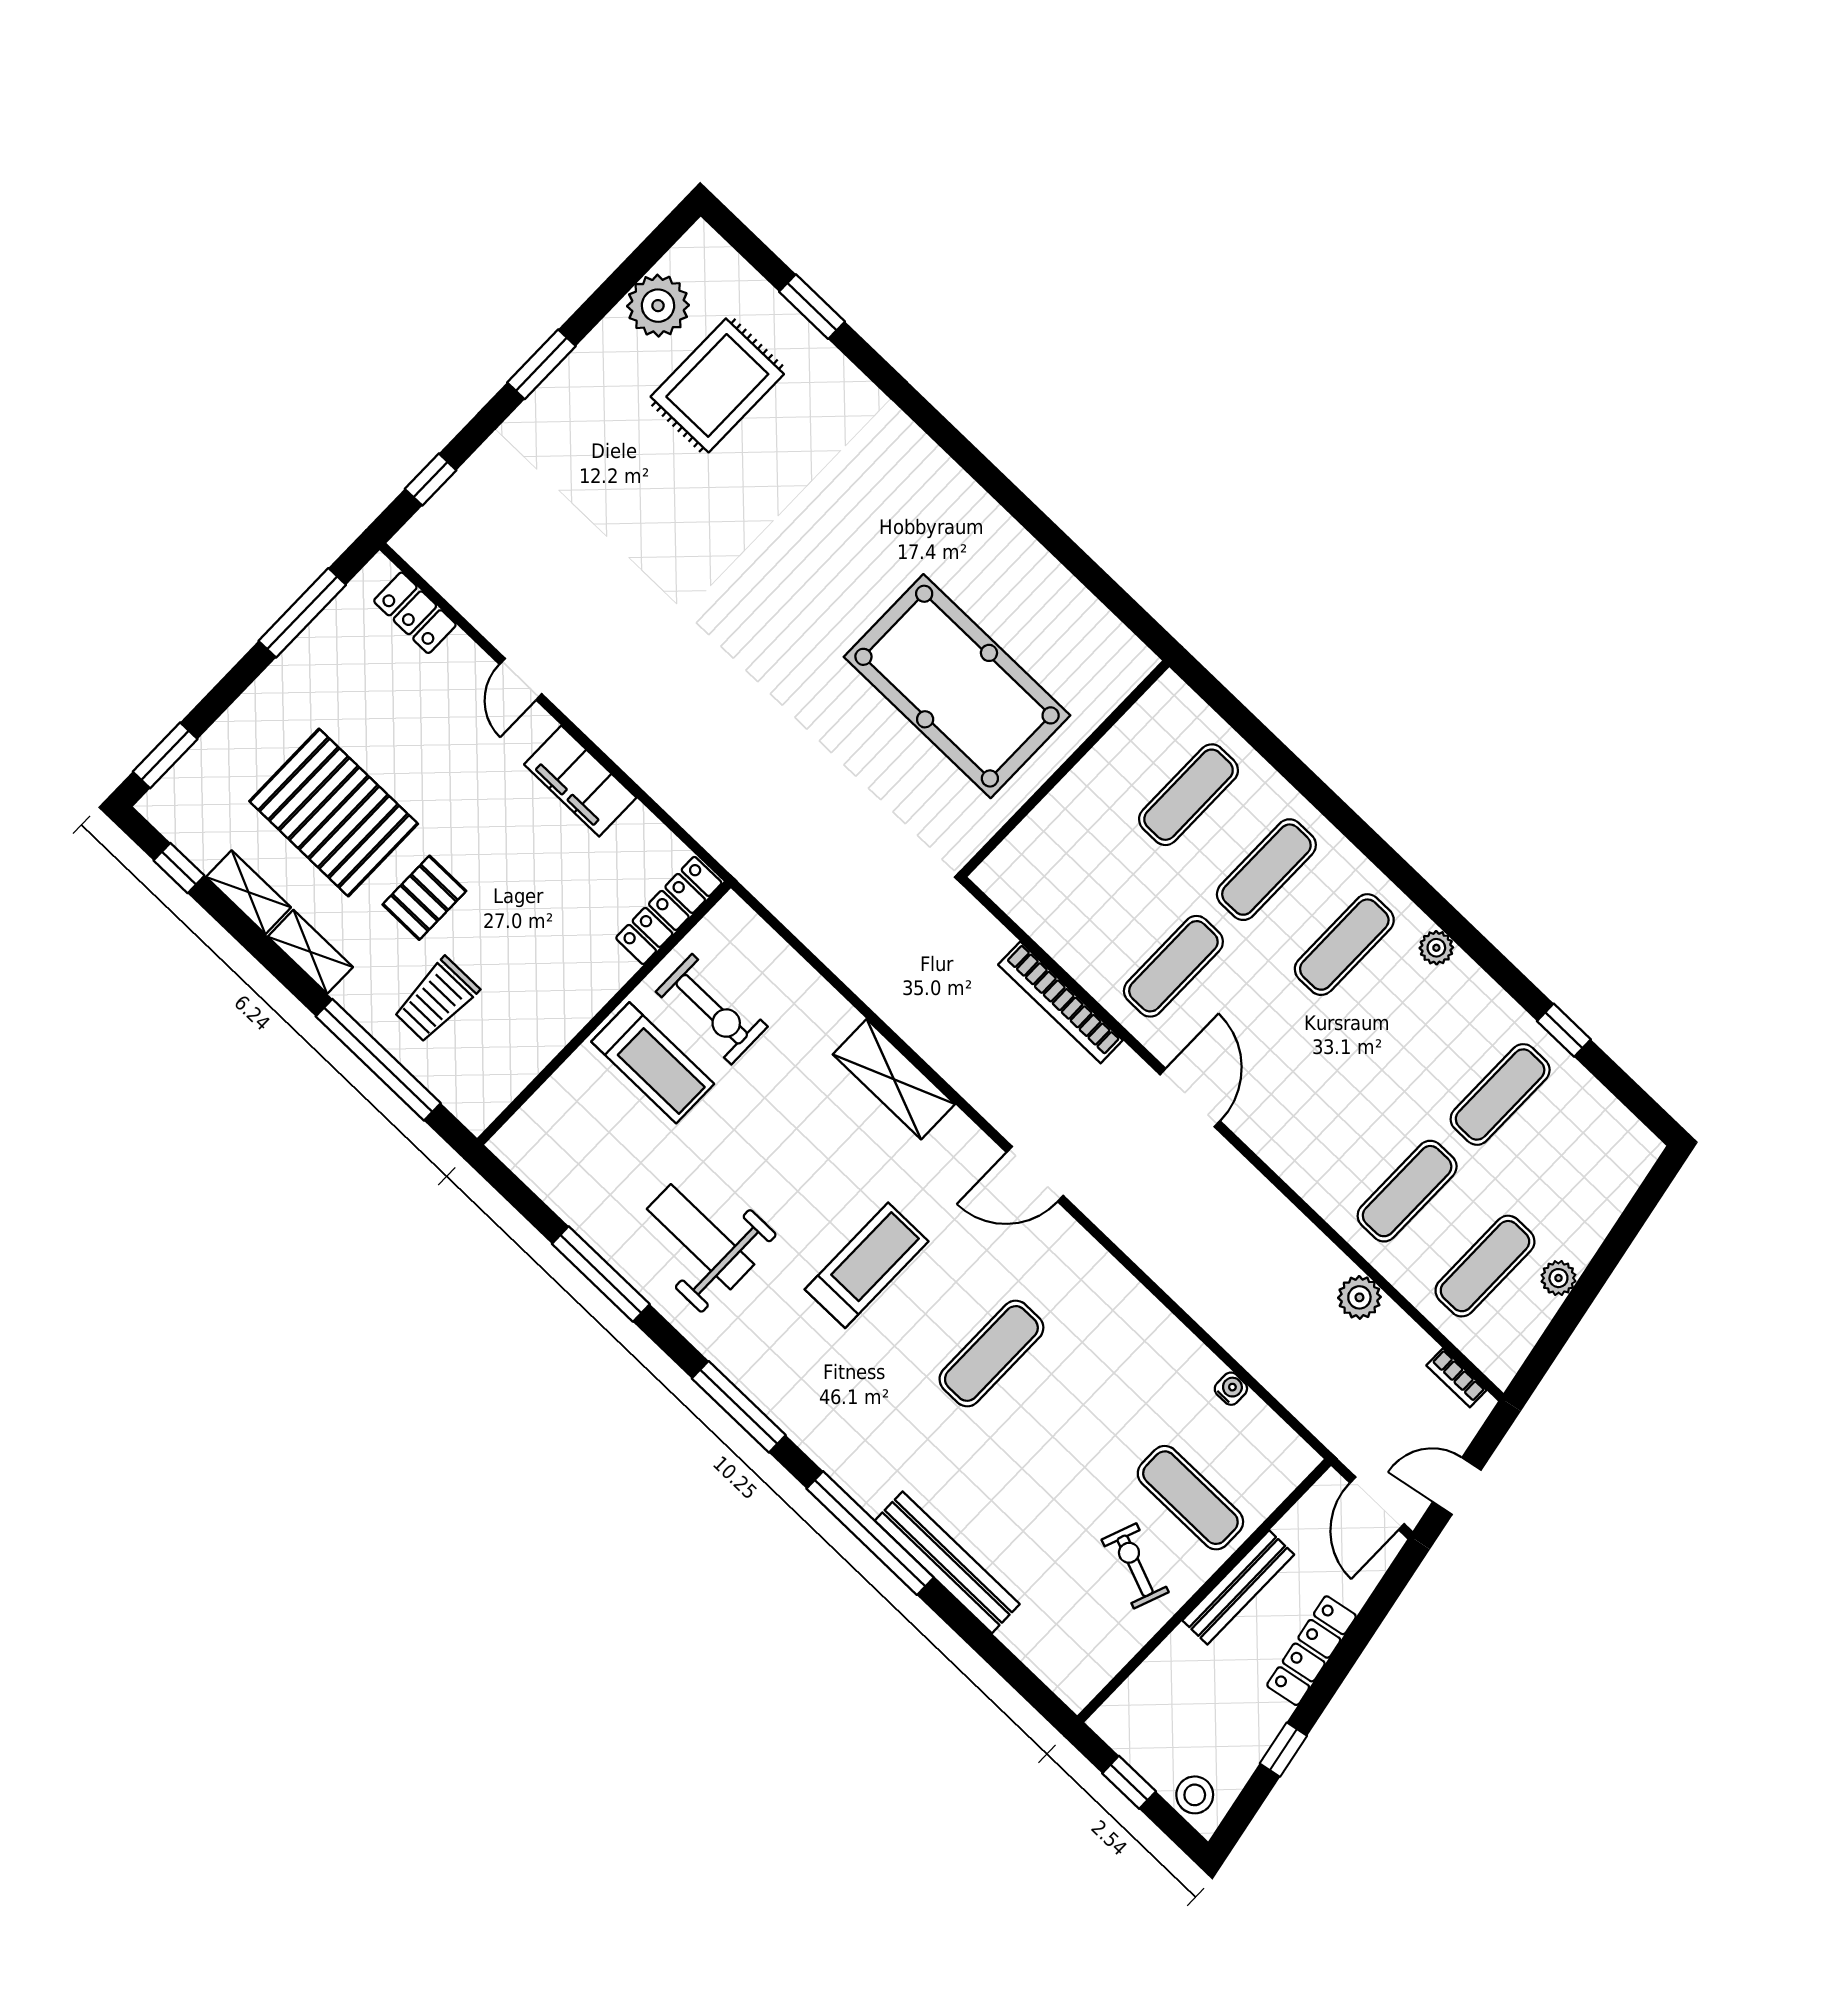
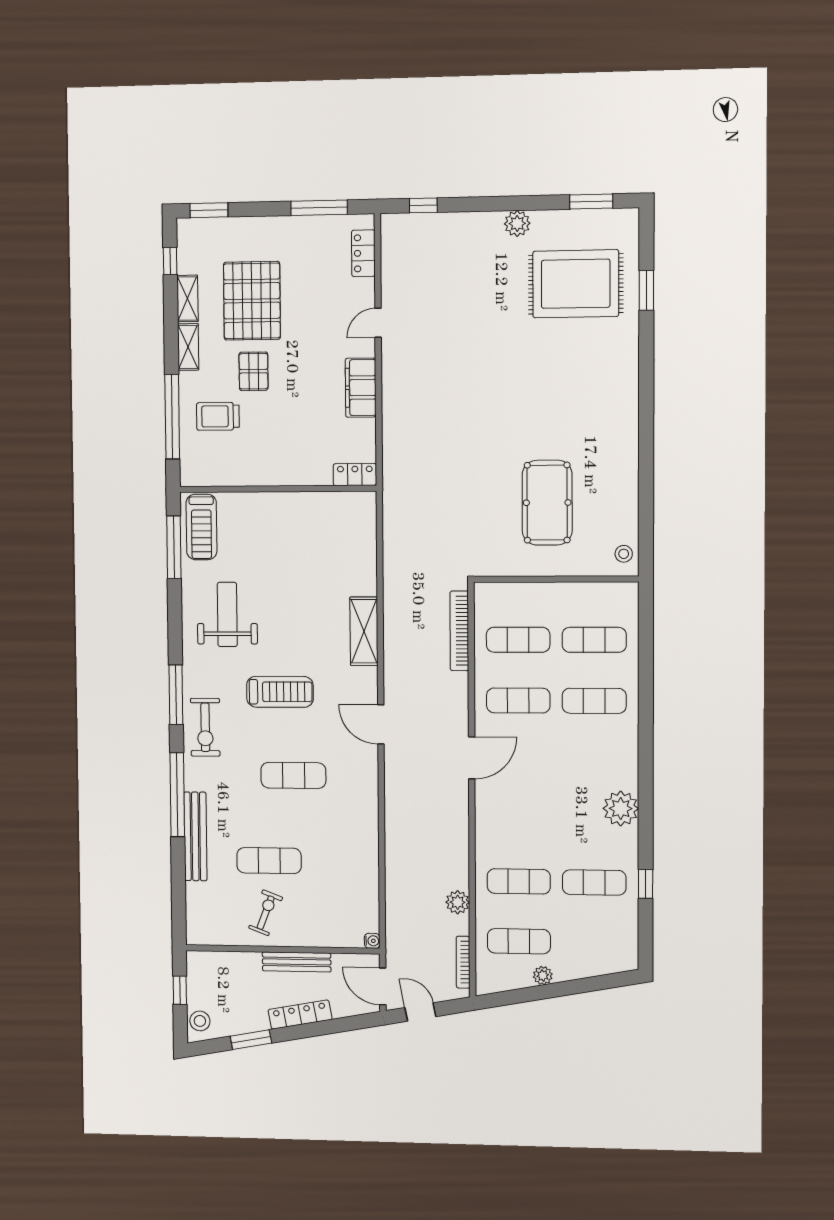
plant: (658, 306) -> (517, 223), moved, width x0.73, depth x0.73
window: (541, 364) -> (591, 202), moved
rug: (717, 385) -> (576, 284), width x1.37, depth x1.44
stool: (1115, 652) -> (624, 554), added
pool table: (957, 686) -> (547, 503), width x0.73, depth x0.76
pallet: (424, 898) -> (254, 371), turned 90
locker: (669, 910) -> (355, 474), width x0.66
exercise mat: (1344, 945) -> (518, 640), moved
plant: (1436, 948) -> (621, 809), width x1.87, depth x1.87
bookcase: (1060, 1002) -> (459, 631), moved
exercise bike: (712, 1009) -> (205, 727), moved
treadmill: (653, 1063) -> (201, 527), moved
window: (601, 1274) -> (174, 547), moved
bookcase: (1456, 1378) -> (463, 962), width x1.56
water cooler: (1231, 1389) -> (372, 941), moved
exercise mat: (1190, 1498) -> (269, 861), moved, turned 90
door: (1377, 1503) -> (383, 986), hinge flipped
window: (1283, 1750) -> (251, 1040), width x1.50

